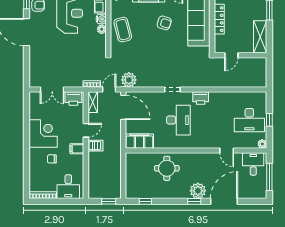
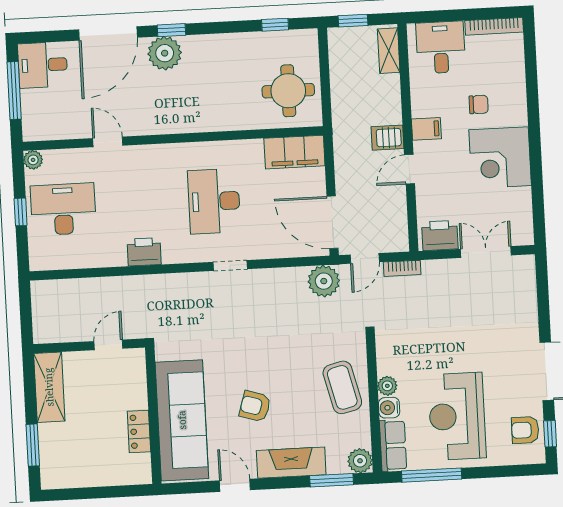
locker: (219, 19) -> (139, 431), width x0.66
printer: (201, 98) -> (144, 252), moved
shelving: (93, 102) -> (389, 51), moved
desk: (253, 164) -> (43, 65), moved, turned 90
round table: (167, 168) -> (288, 91), moved

